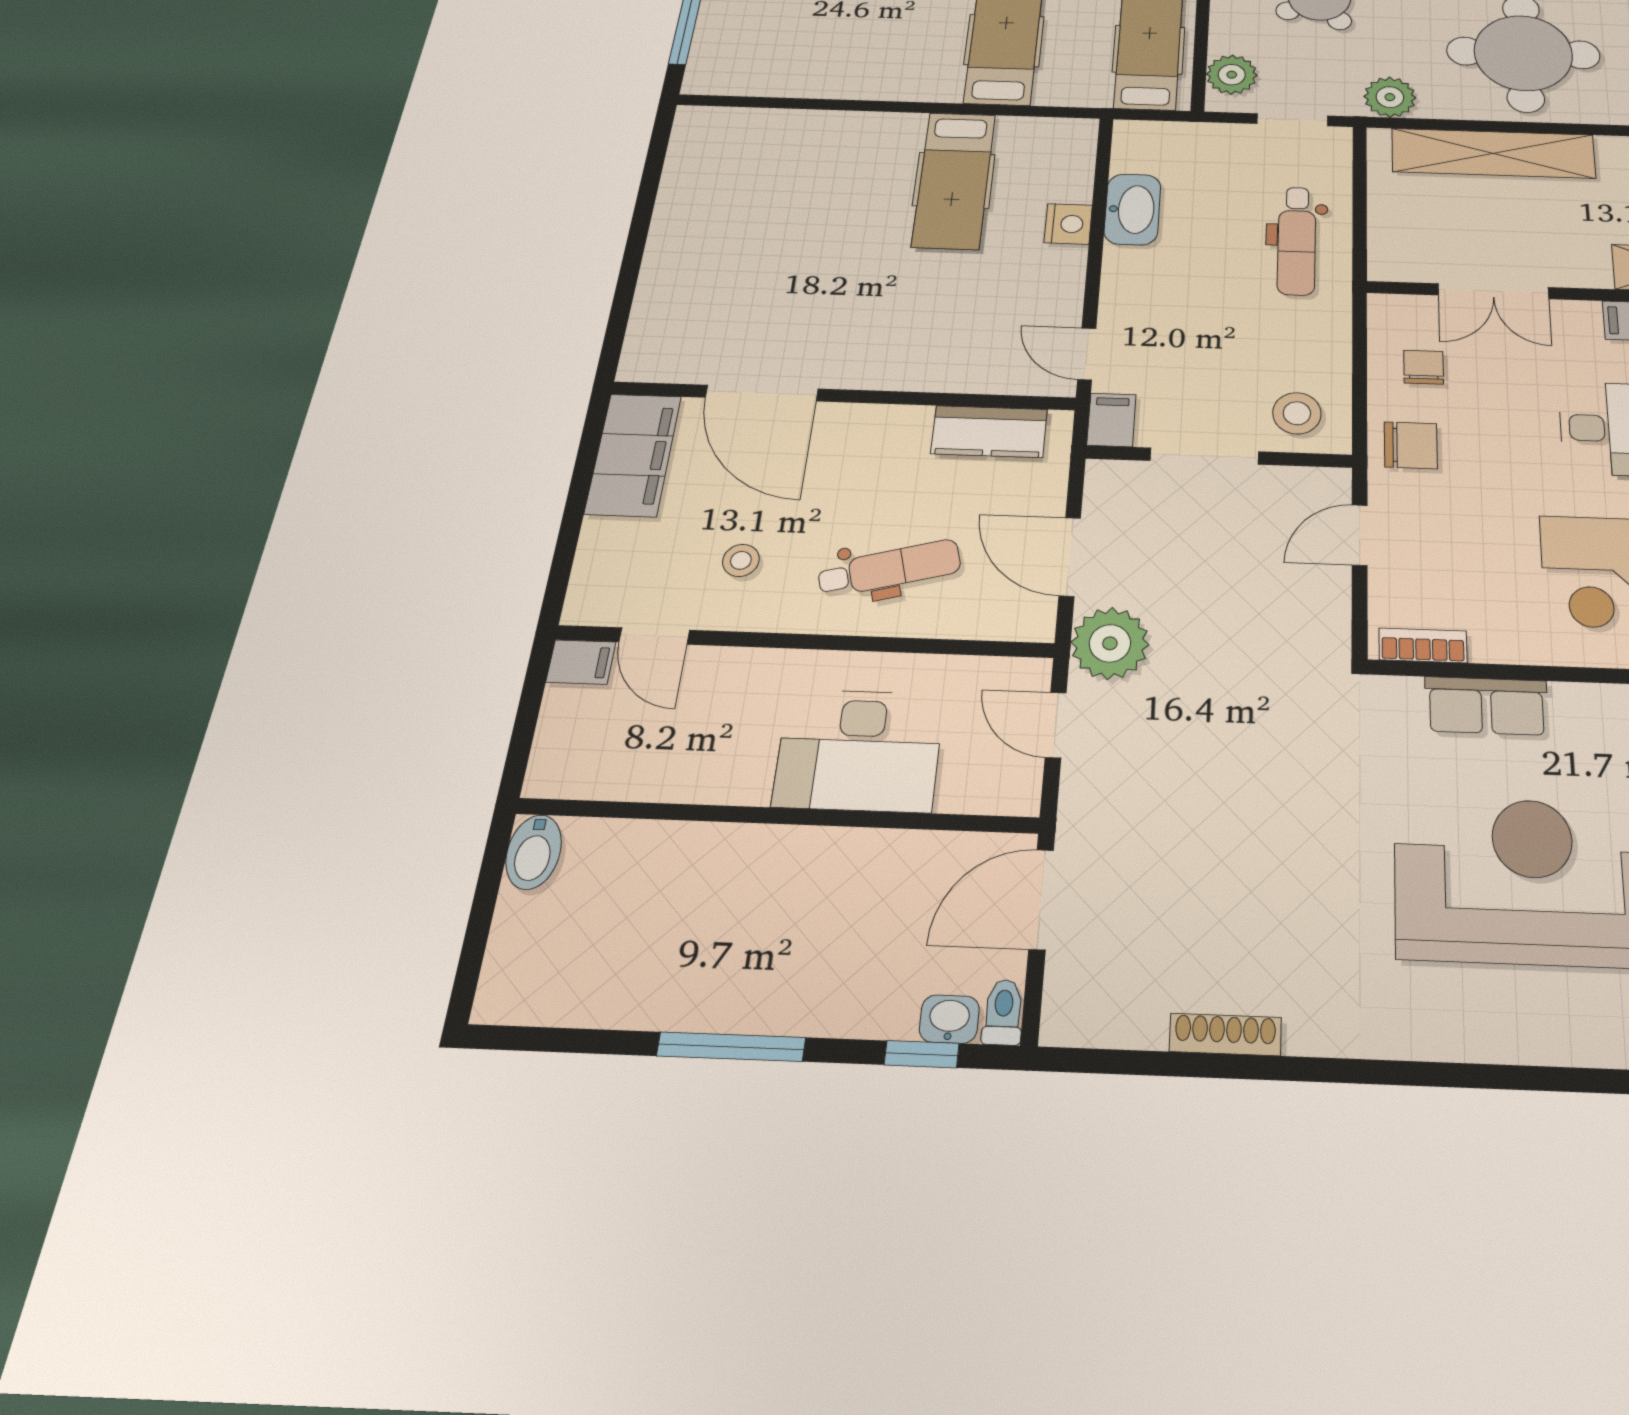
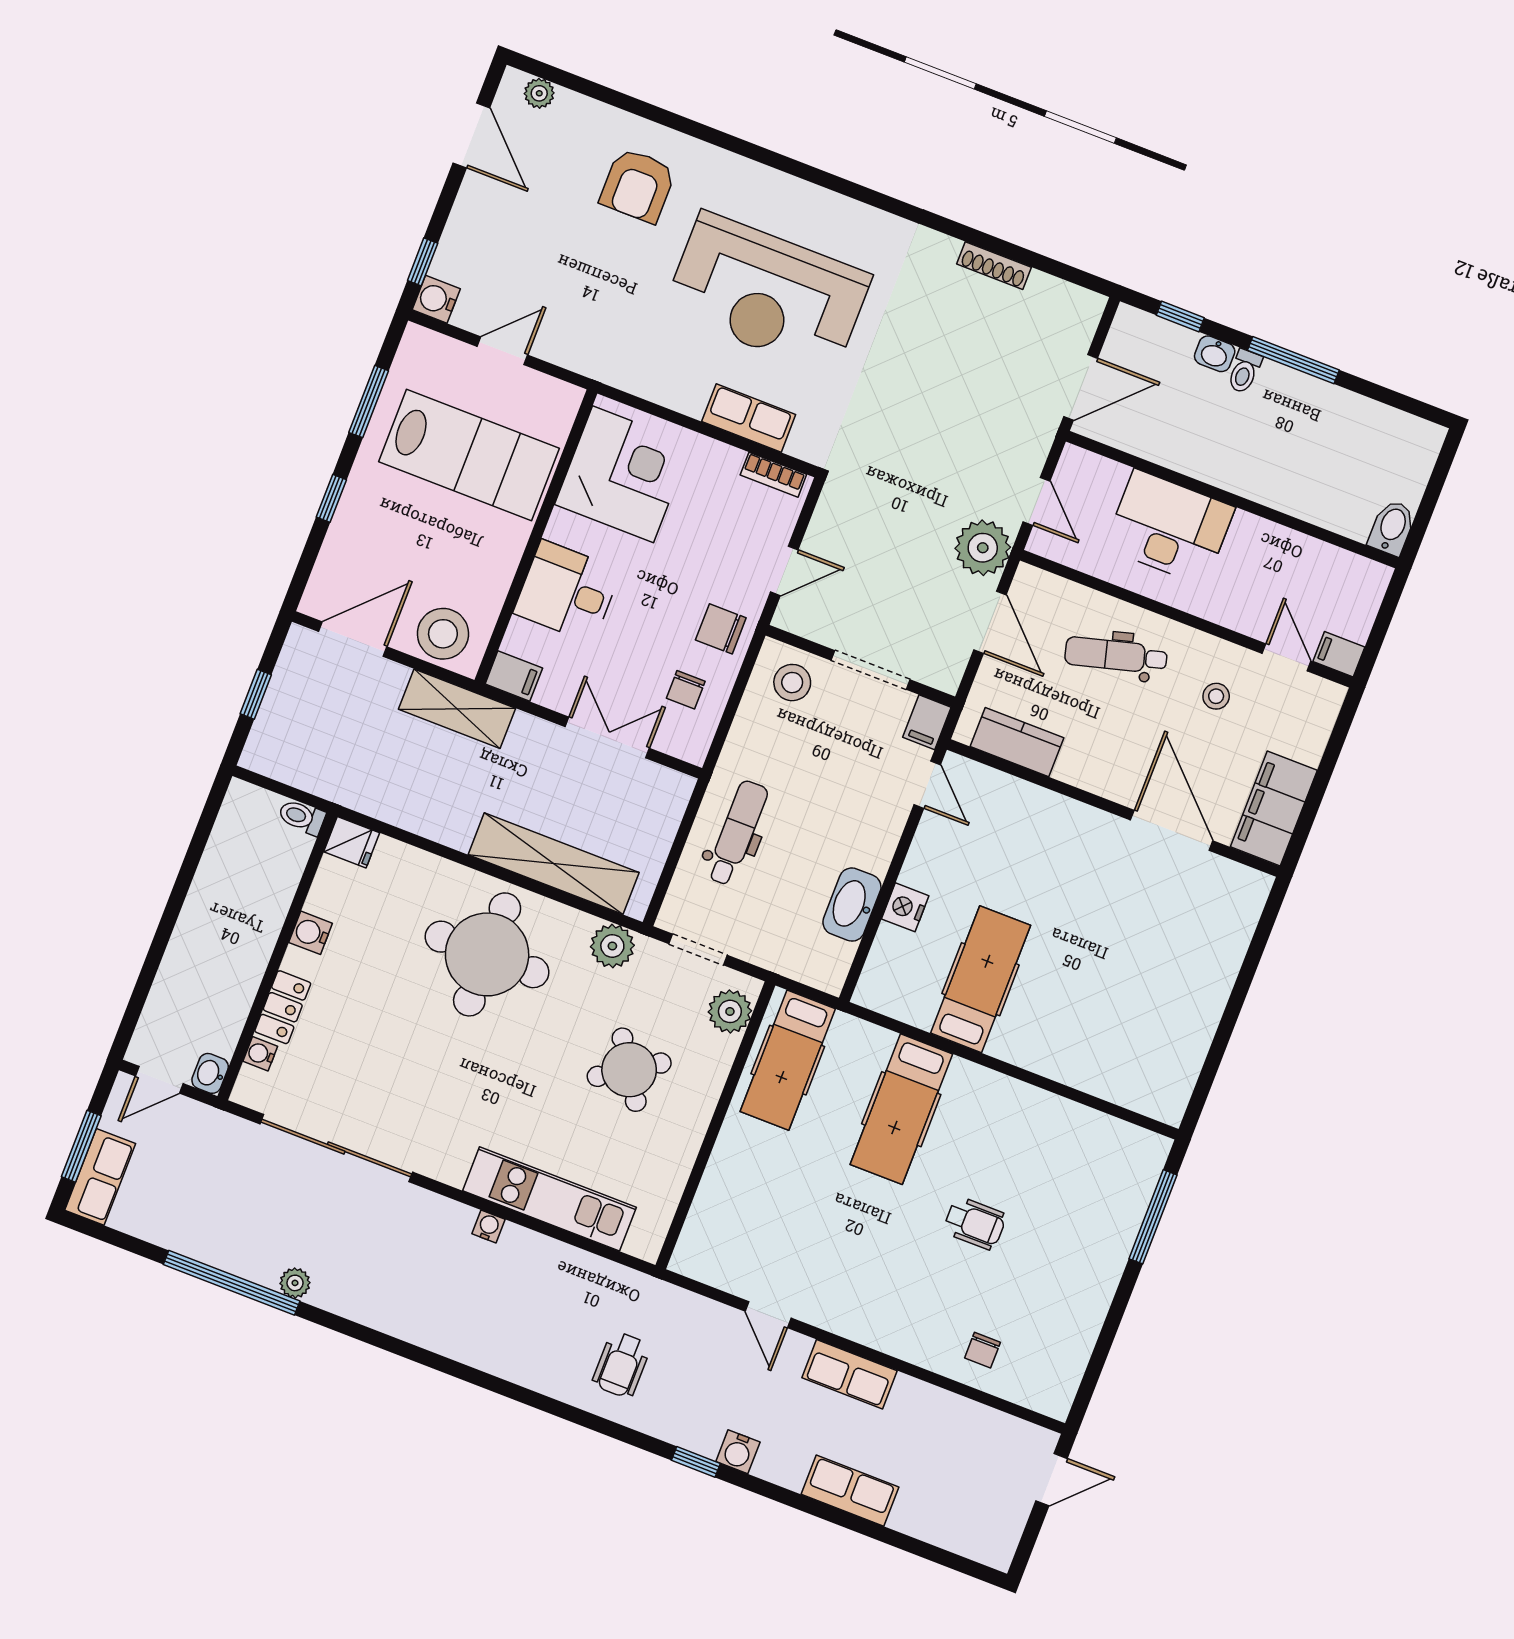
toilet: (1003, 1012) -> (1244, 371), moved
washbasin: (949, 1019) -> (1215, 354), moved

